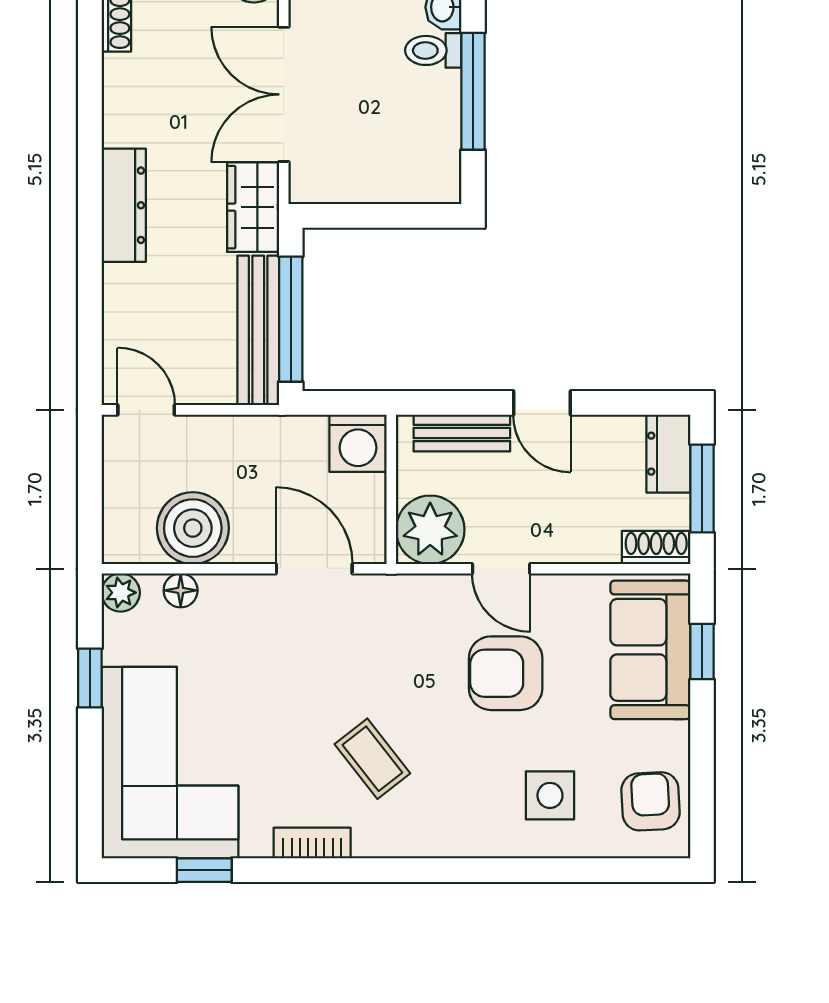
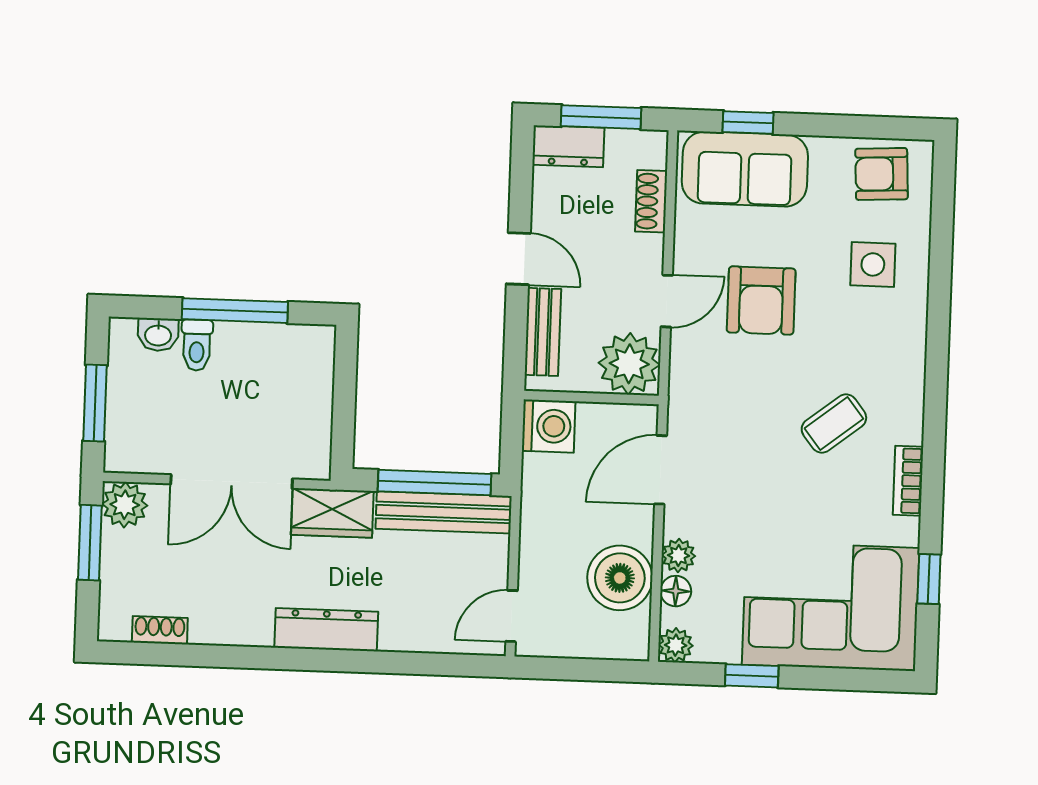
door: (542, 403) -> (518, 259), hinge flipped
shoe rack: (656, 547) -> (651, 201), moved
plant: (220, 592) -> (678, 555), added

